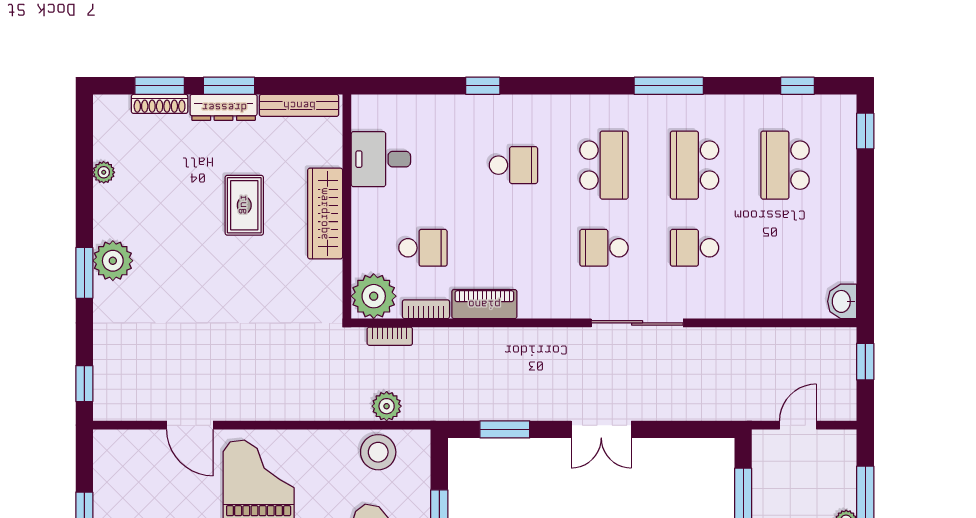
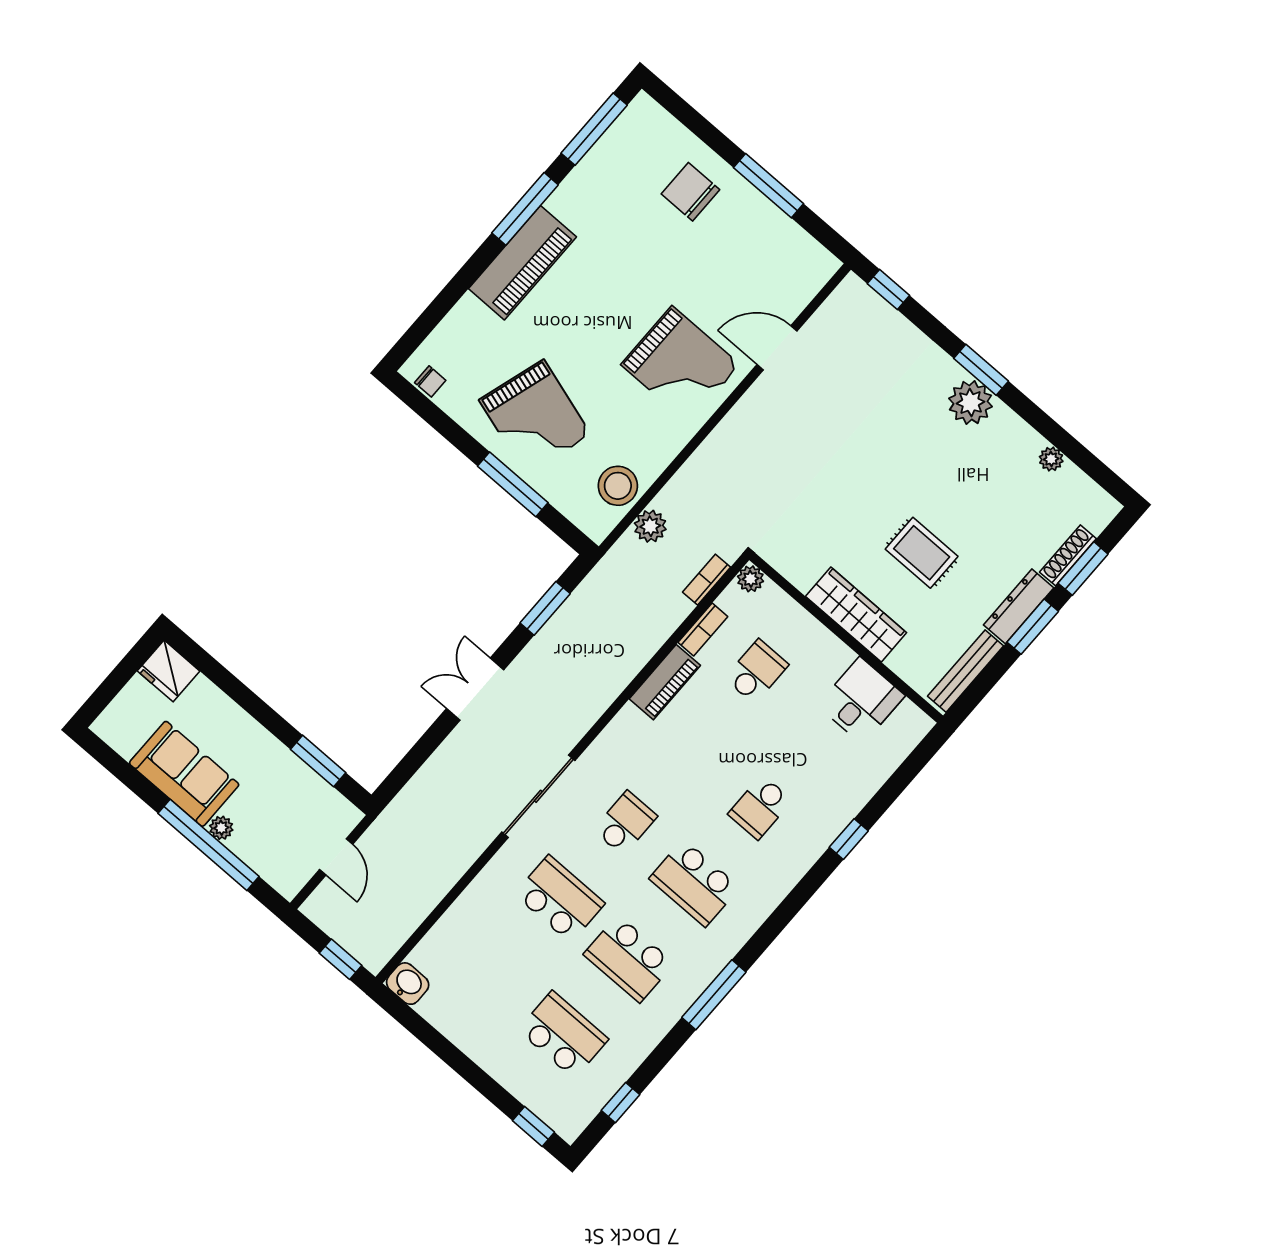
school desk: (695, 165) -> (629, 959), turned 180
school desk: (423, 248) -> (756, 671), turned 180
school desk: (695, 248) -> (560, 899), width x1.85
plant: (374, 296) -> (751, 579), width x0.53, depth x0.53

